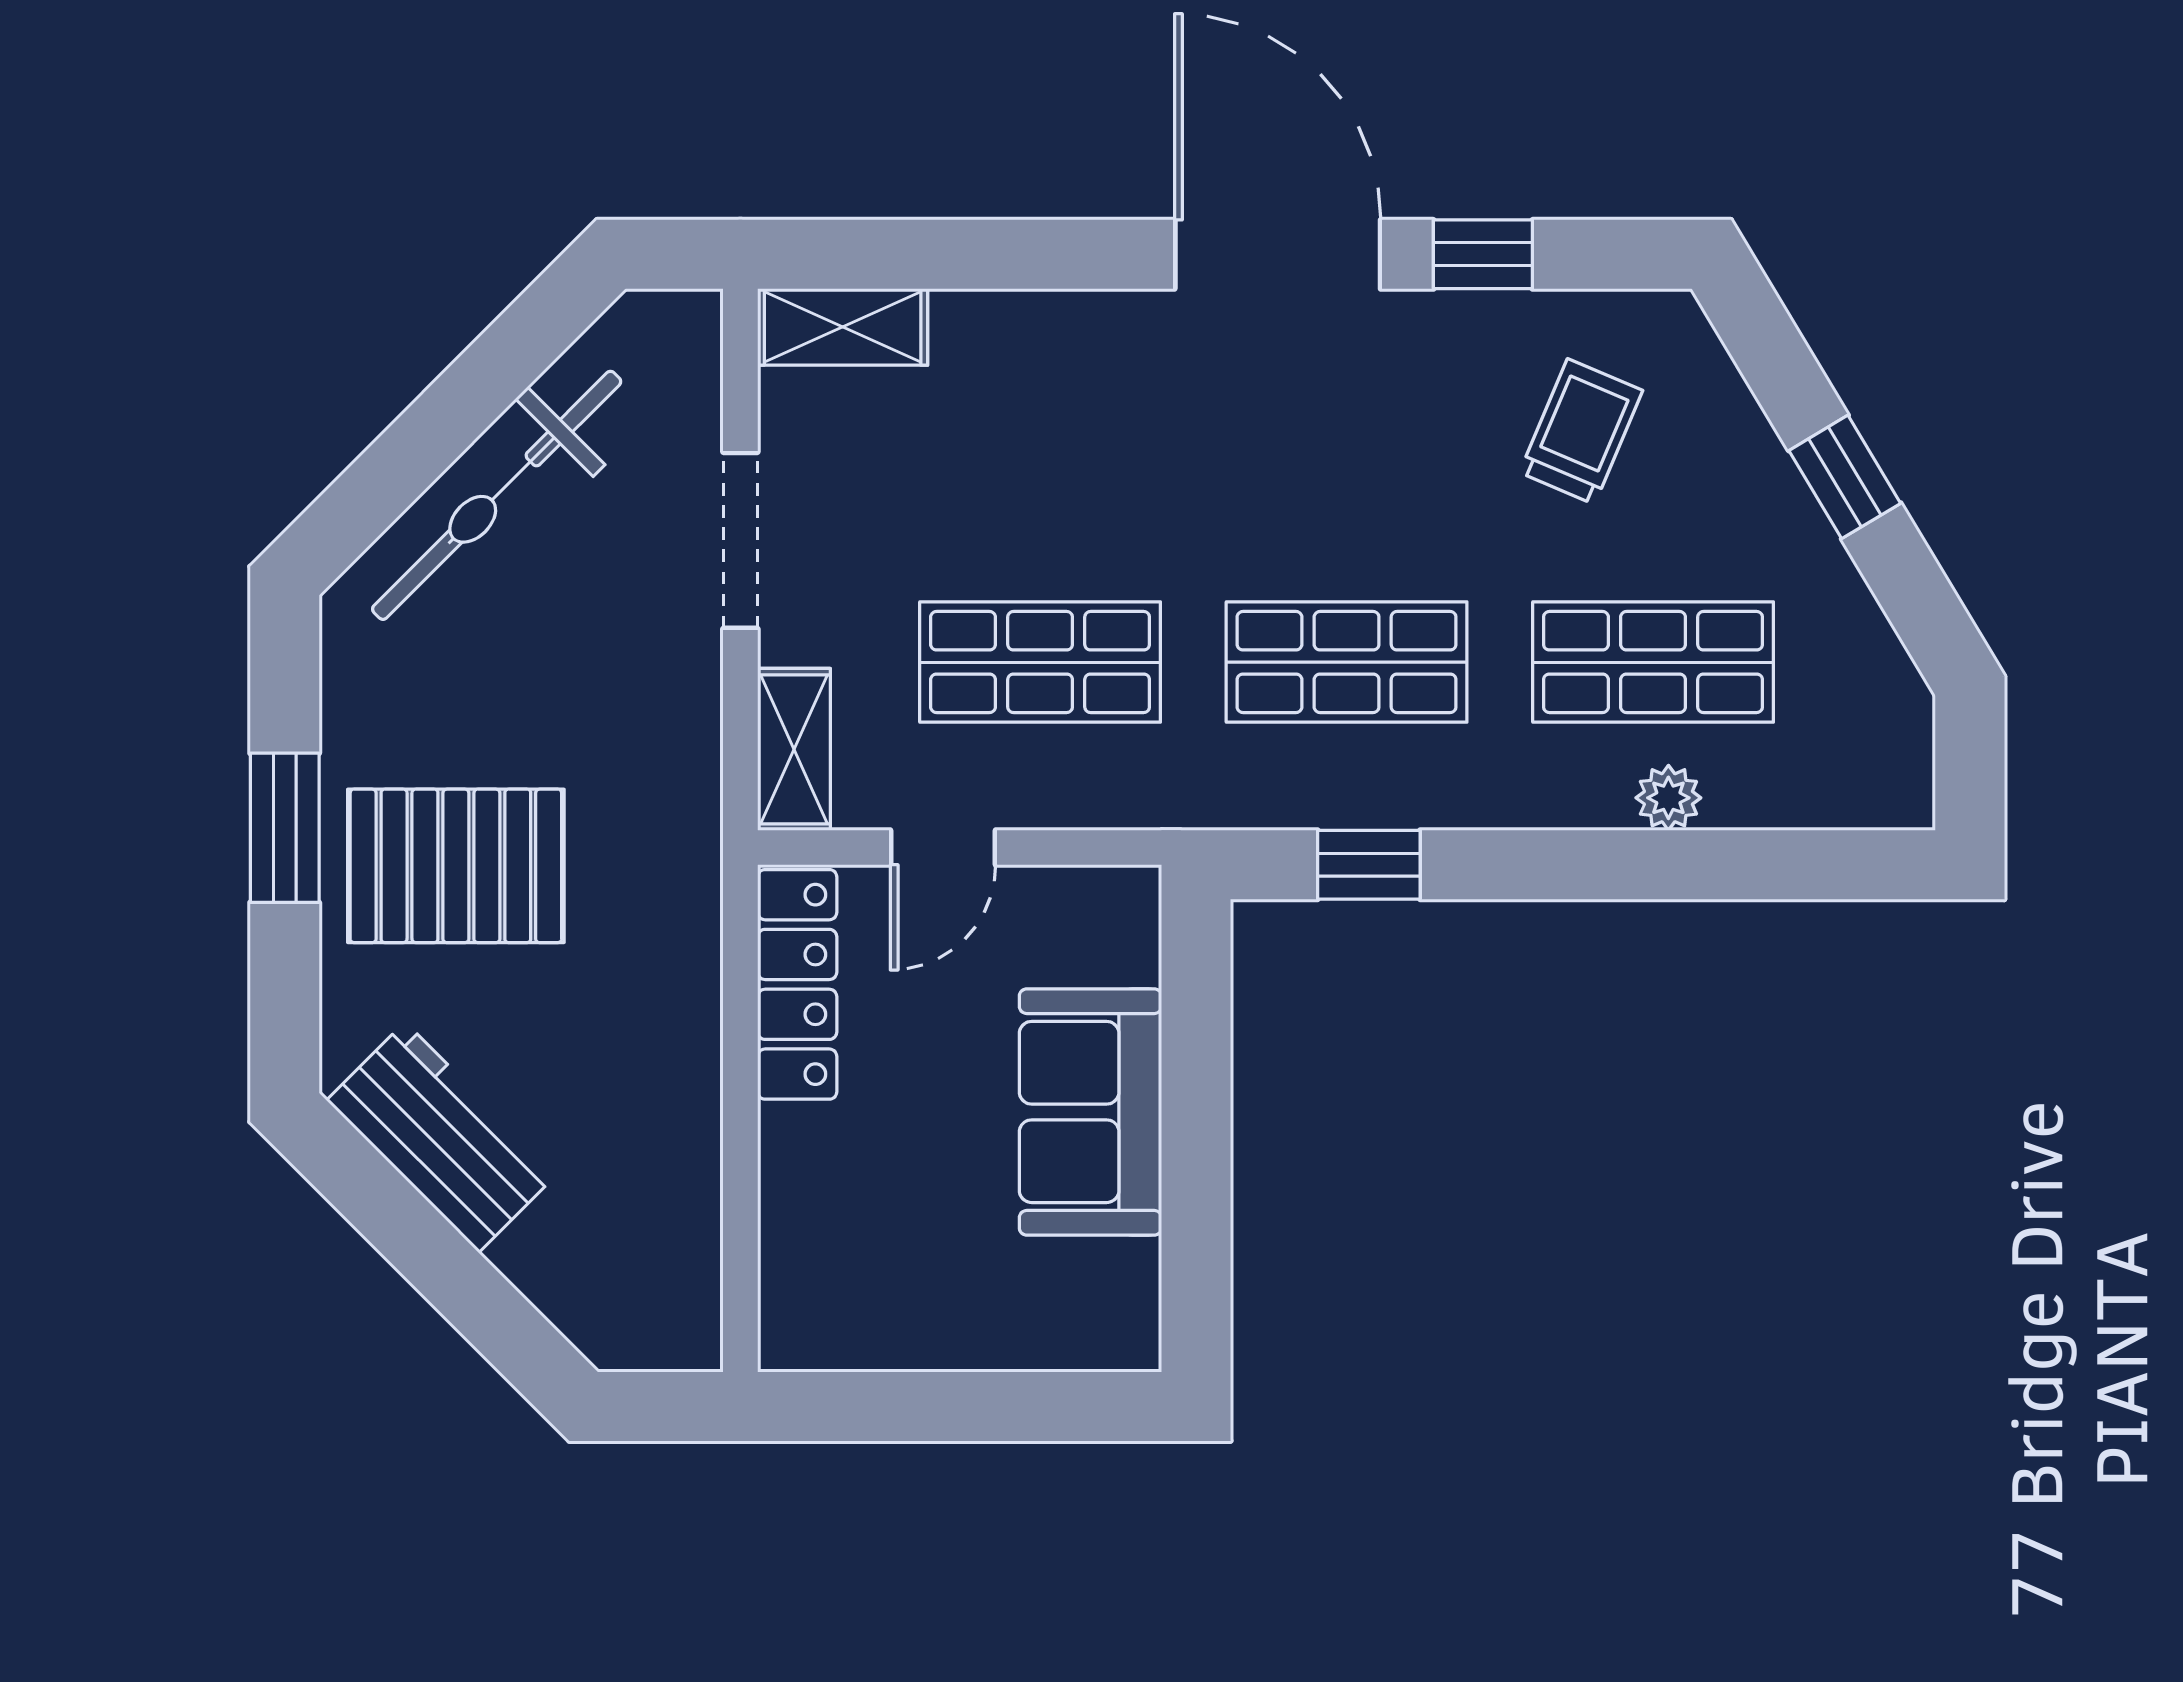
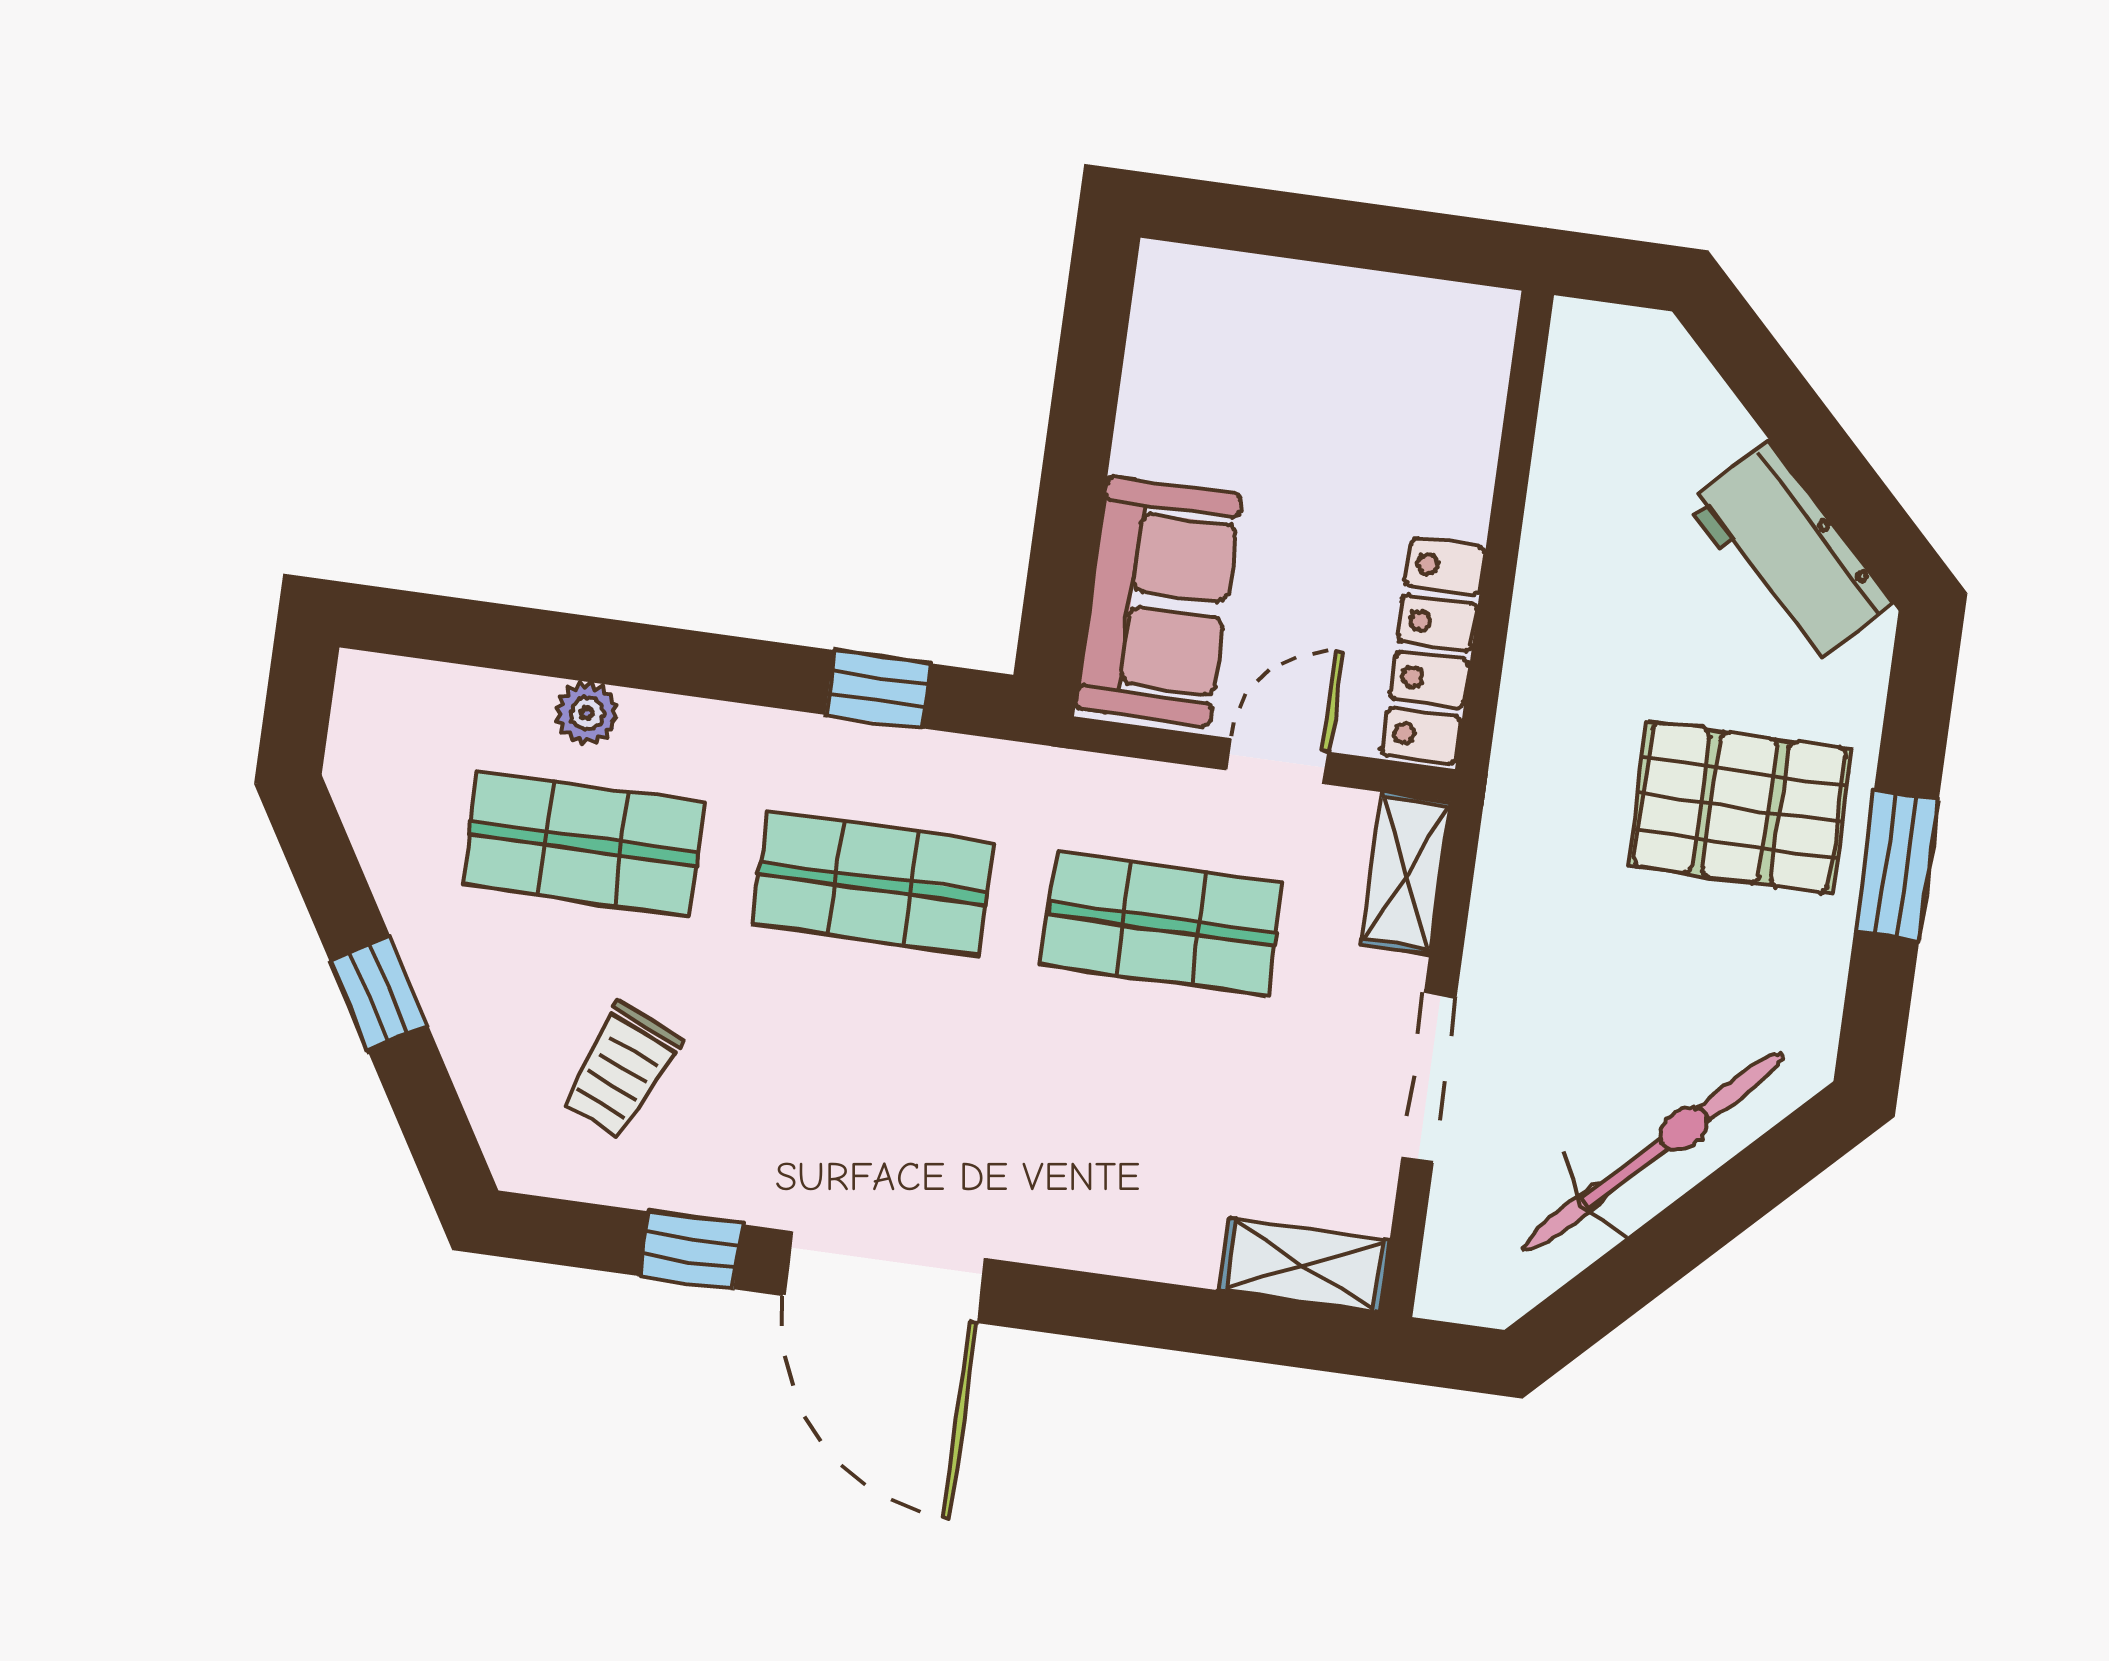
sofa: (1090, 1112) -> (1158, 601), moved

